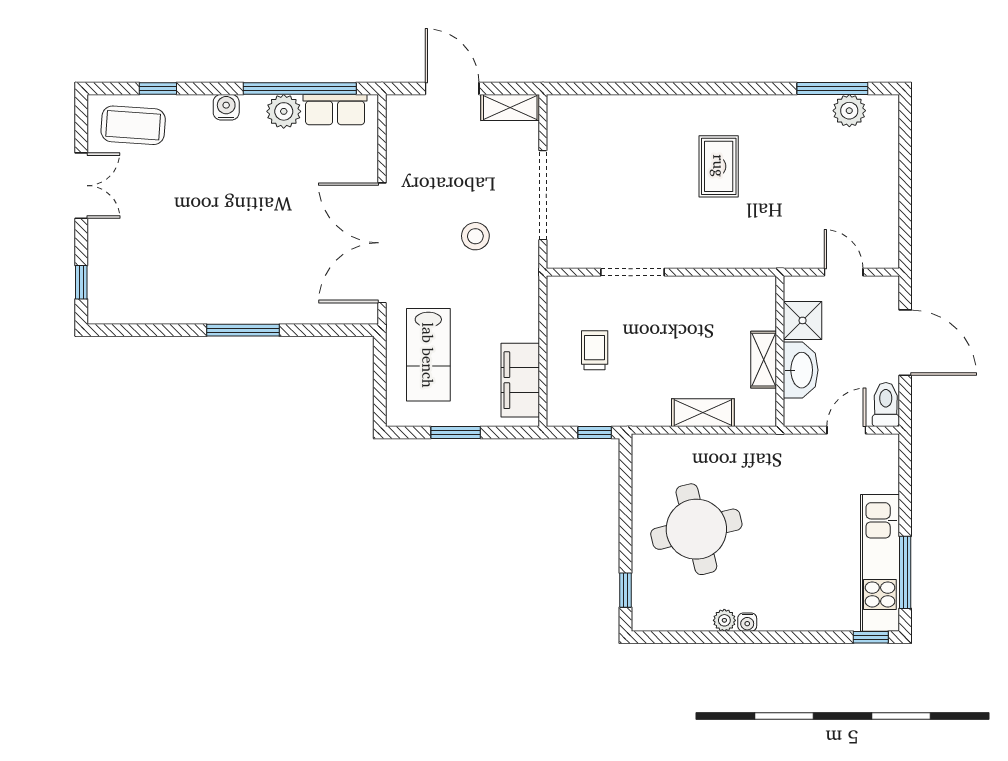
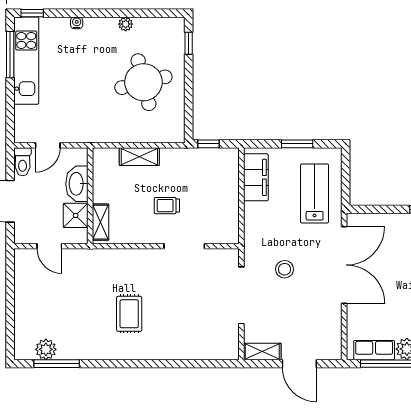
trolley: (595, 350) -> (167, 206), moved, turned 90
shelving: (764, 360) -> (101, 222), moved
water cooler: (747, 622) -> (77, 23), moved

